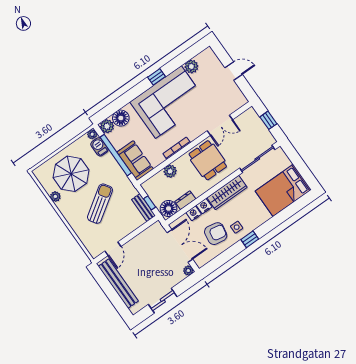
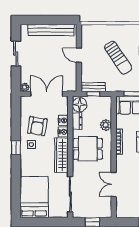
dining table: (208, 160) -> (88, 149), moved
double door: (180, 246) -> (47, 94), swing flipped
door: (113, 249) -> (79, 55), moved

